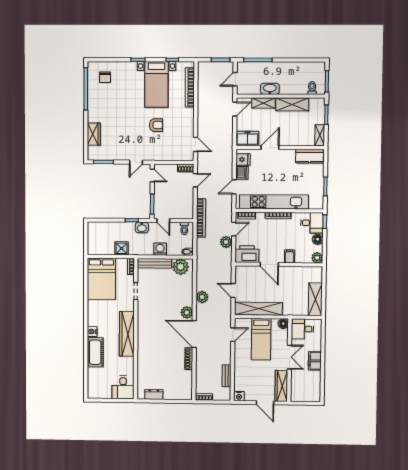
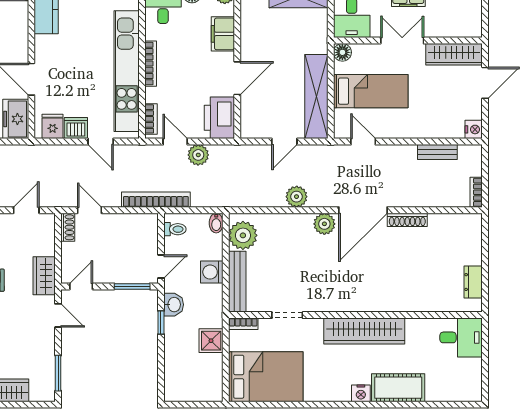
wardrobe: (158, 154) -> (44, 276), added
filing cabinet: (290, 256) -> (223, 34), width x2.00

